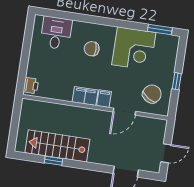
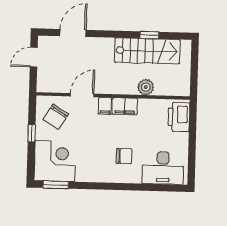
desk: (56, 33) -> (163, 168), width x1.37
corner desk: (134, 49) -> (55, 161), moved, turned 90
printer: (31, 86) -> (179, 117), width x1.87, depth x1.48
plant: (63, 112) -> (146, 87), added

